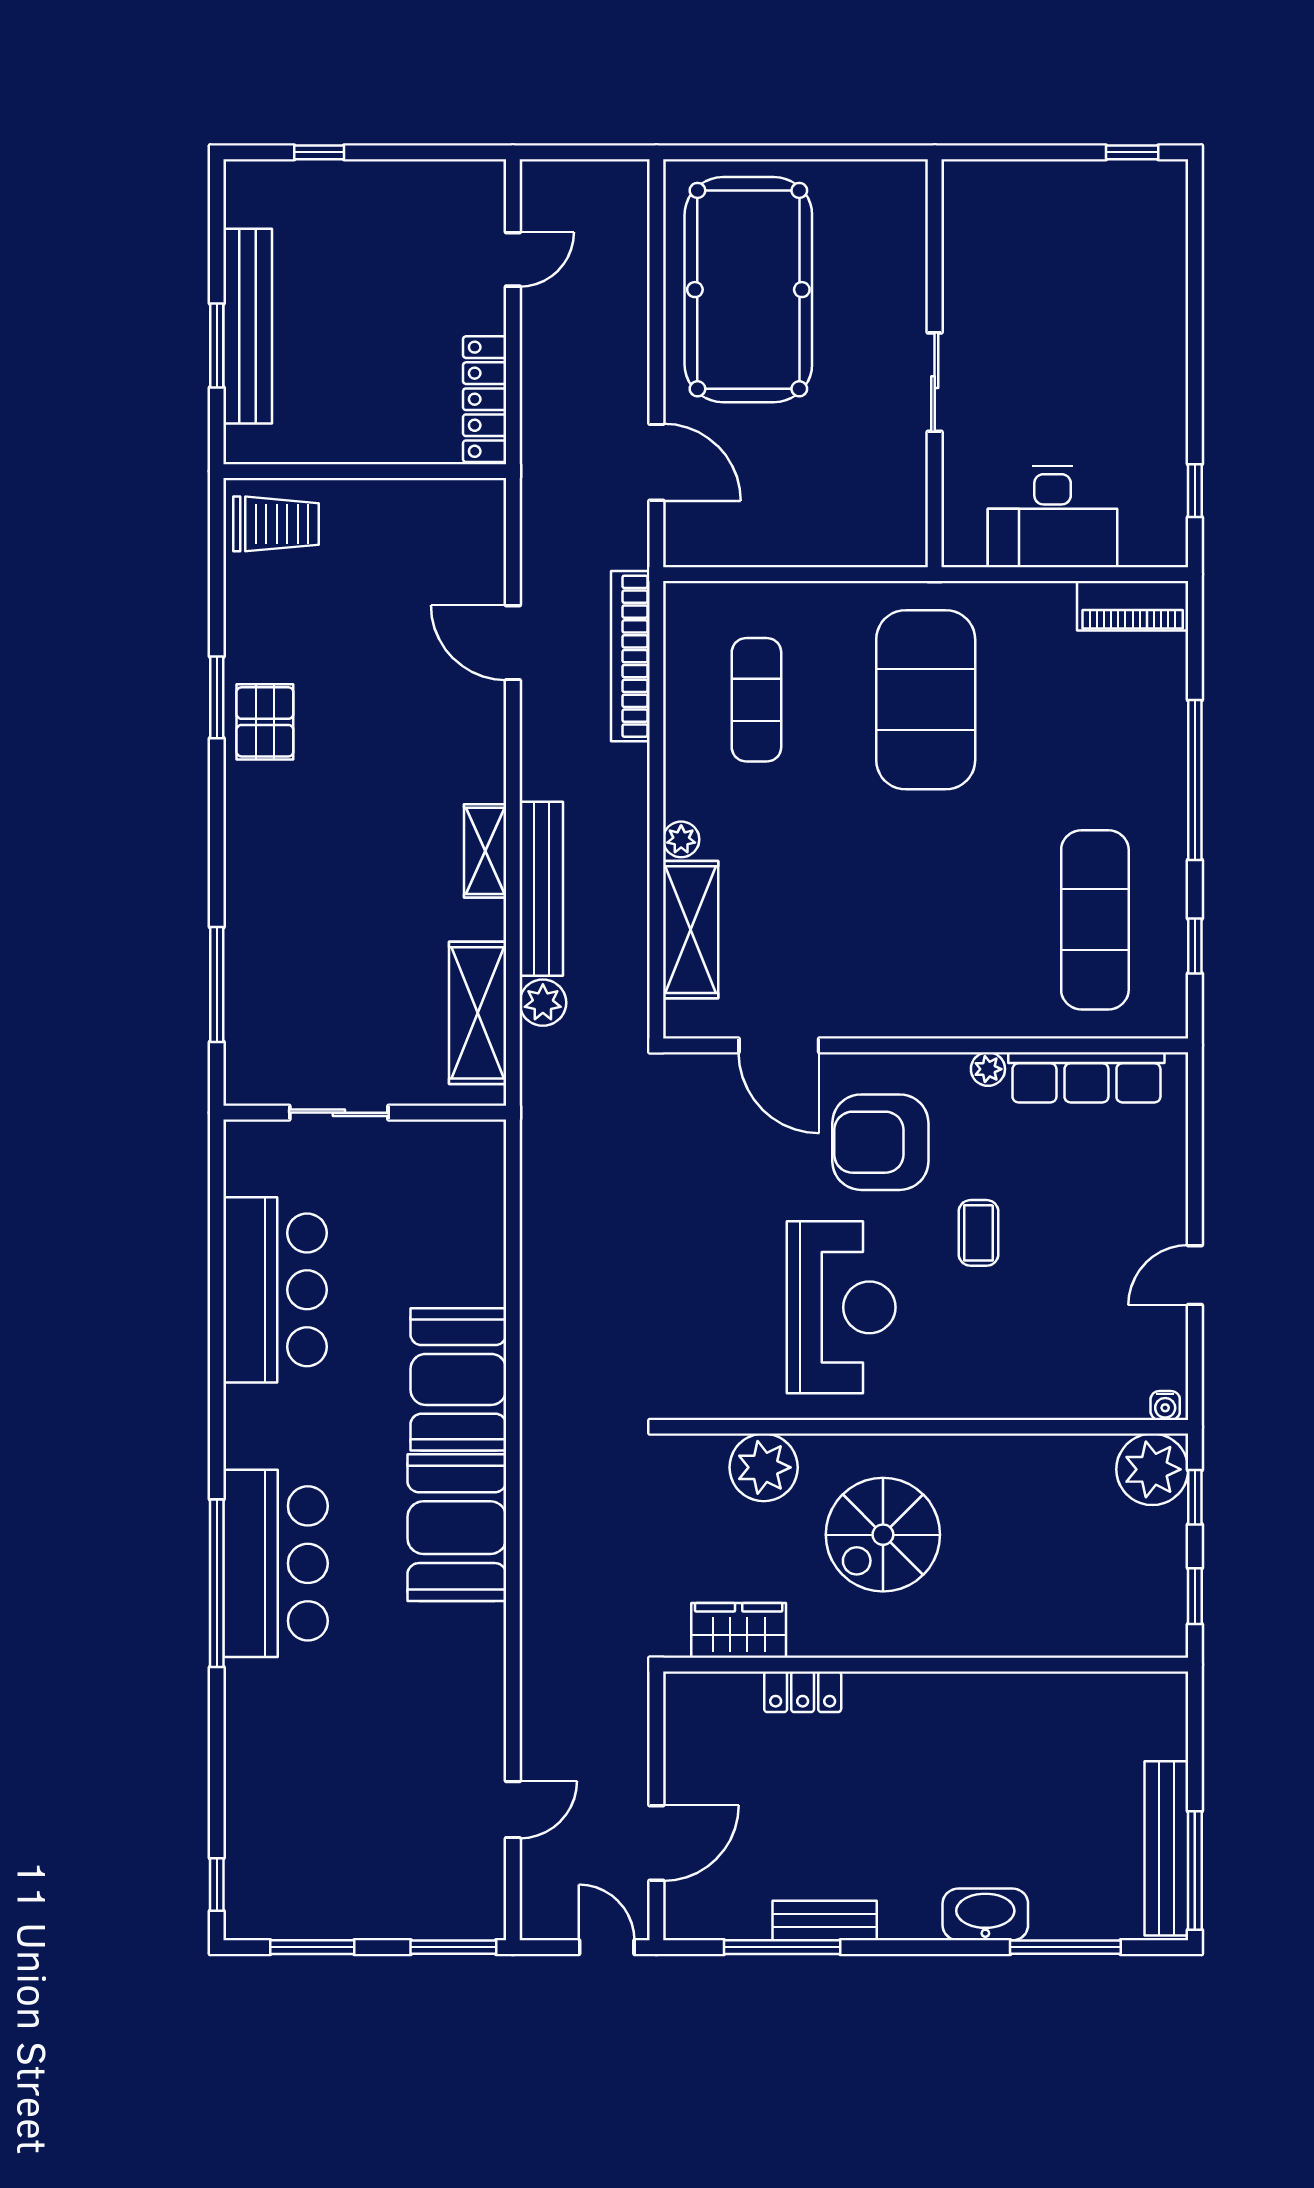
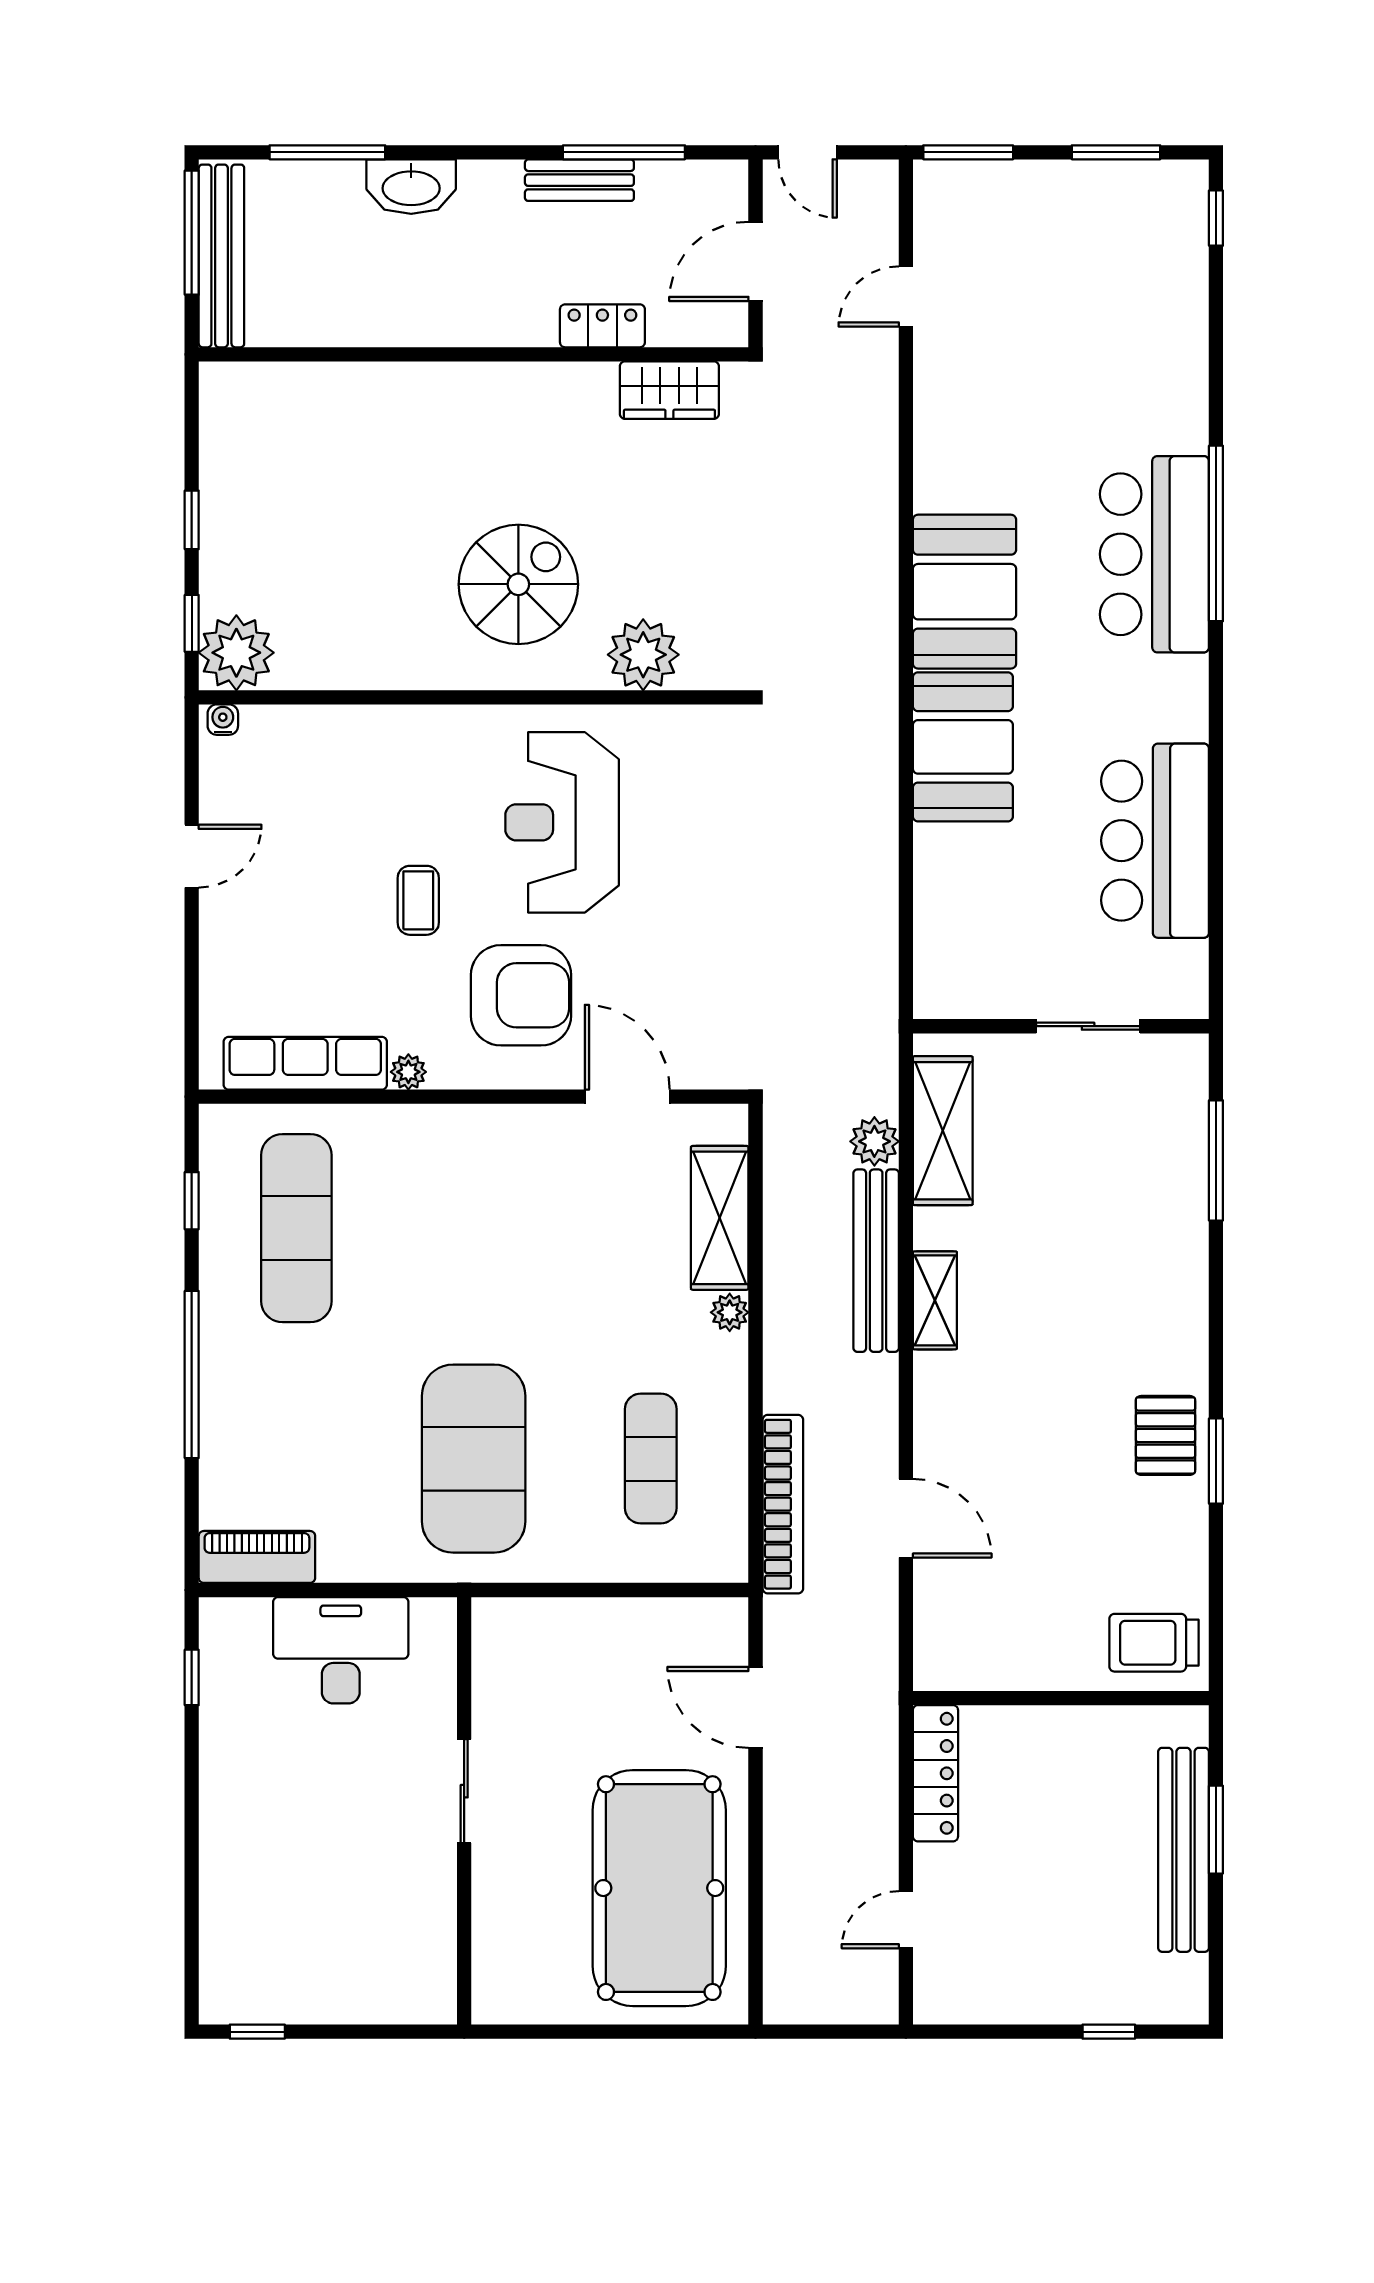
wardrobe: (739, 1630) -> (669, 390), moved
wall: (926, 1665) -> (474, 354), moved
locker: (803, 1692) -> (602, 326), moved

